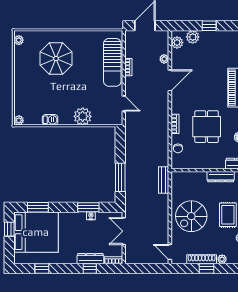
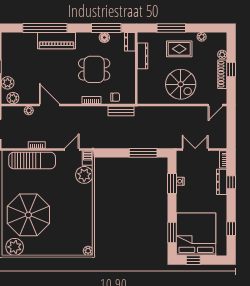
plant: (19, 40) -> (15, 247), width x1.88, depth x1.88
parasol: (56, 59) -> (28, 215), width x1.36, depth x1.36
plant: (83, 116) -> (84, 175), moved
barbecue: (50, 120) -> (88, 158), moved
bench: (164, 180) -> (121, 111), moved
double door: (124, 231) -> (195, 150), swing flipped

